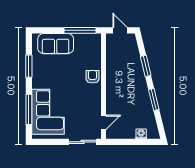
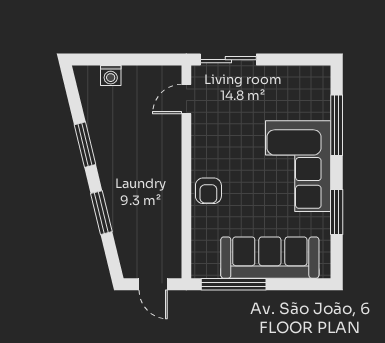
sofa: (56, 44) -> (270, 258), width x1.36
corner sofa: (48, 112) -> (298, 166), moved

